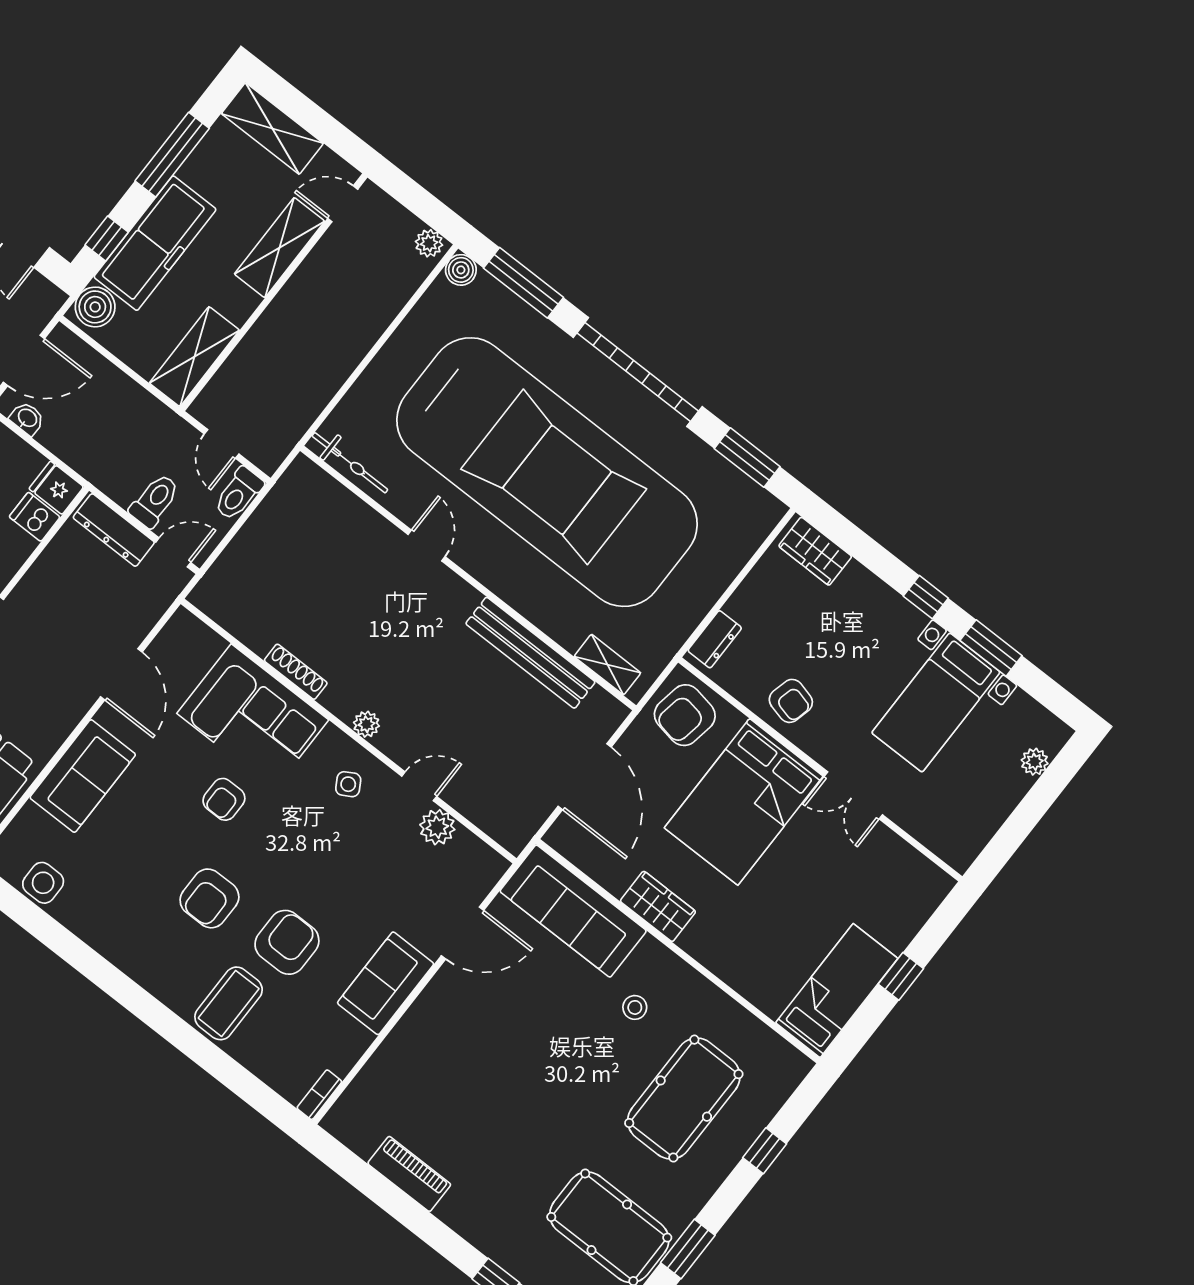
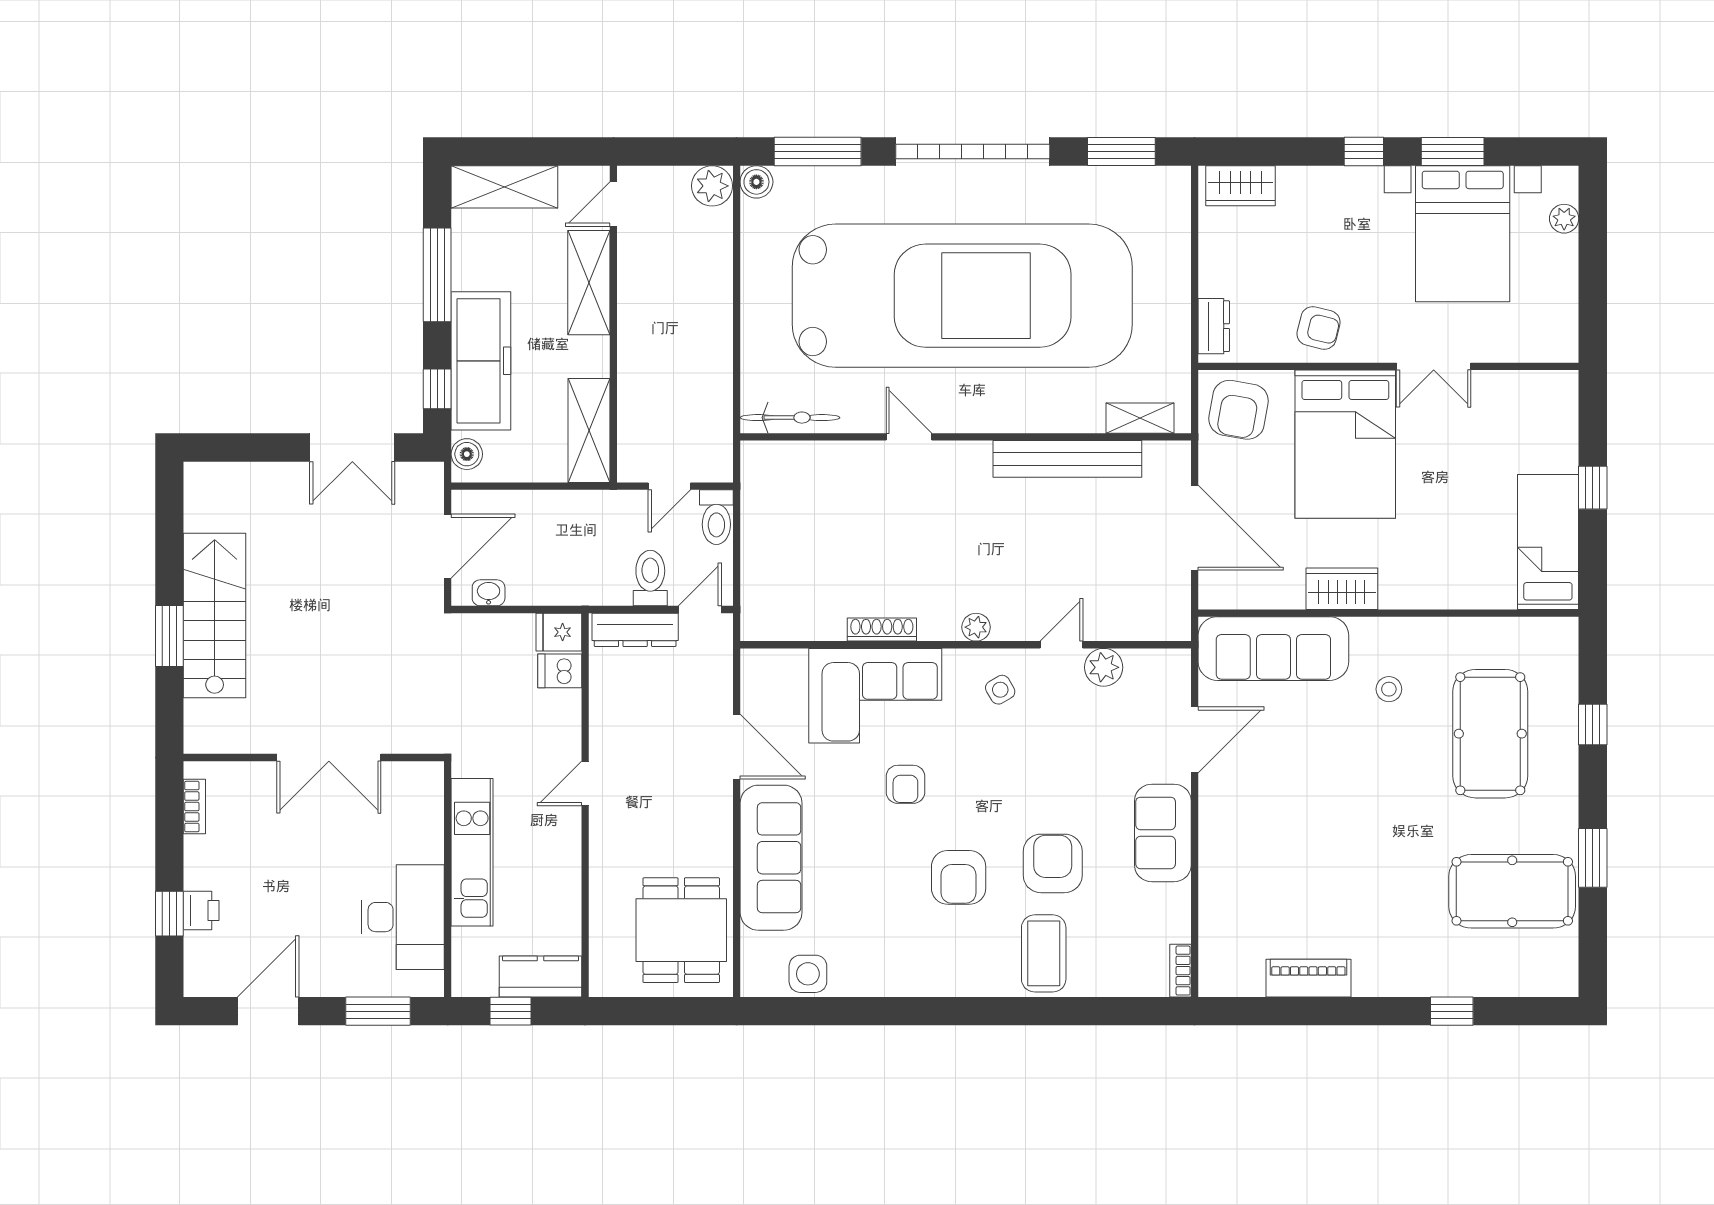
plant: (429, 243) -> (712, 186), width x1.38, depth x1.38
boiler: (95, 307) -> (467, 454), width x0.73, depth x0.73
door: (222, 444) -> (669, 486), hinge flipped
bed with nightstands: (936, 702) -> (1463, 234), width x1.36
sofa: (83, 776) -> (771, 858), width x1.36

